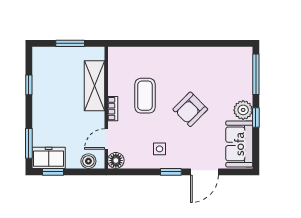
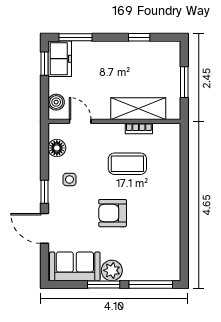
bookcase: (113, 109) -> (139, 129), moved
armchair: (190, 109) -> (113, 213), turned -45
window: (256, 118) -> (104, 284), width x1.50
floor lamp: (116, 160) -> (57, 148), moved

